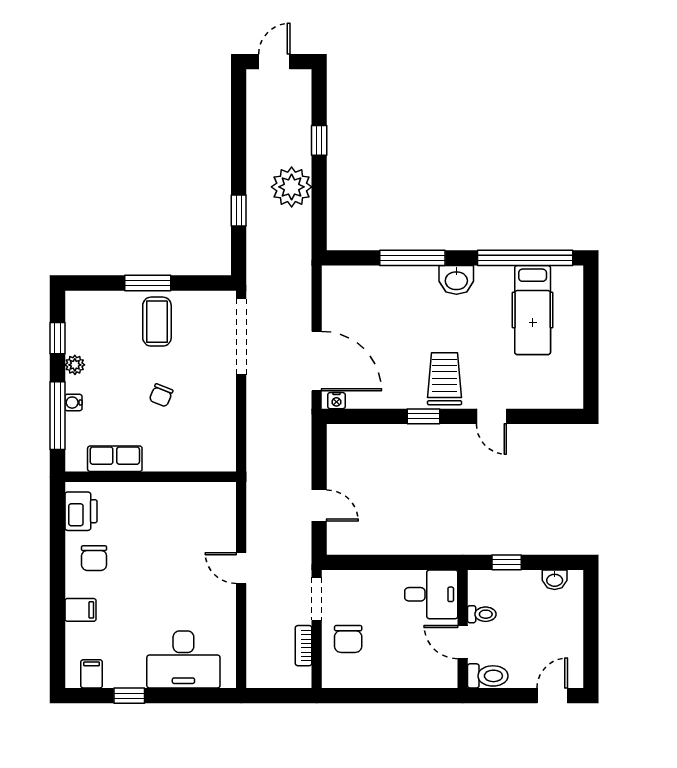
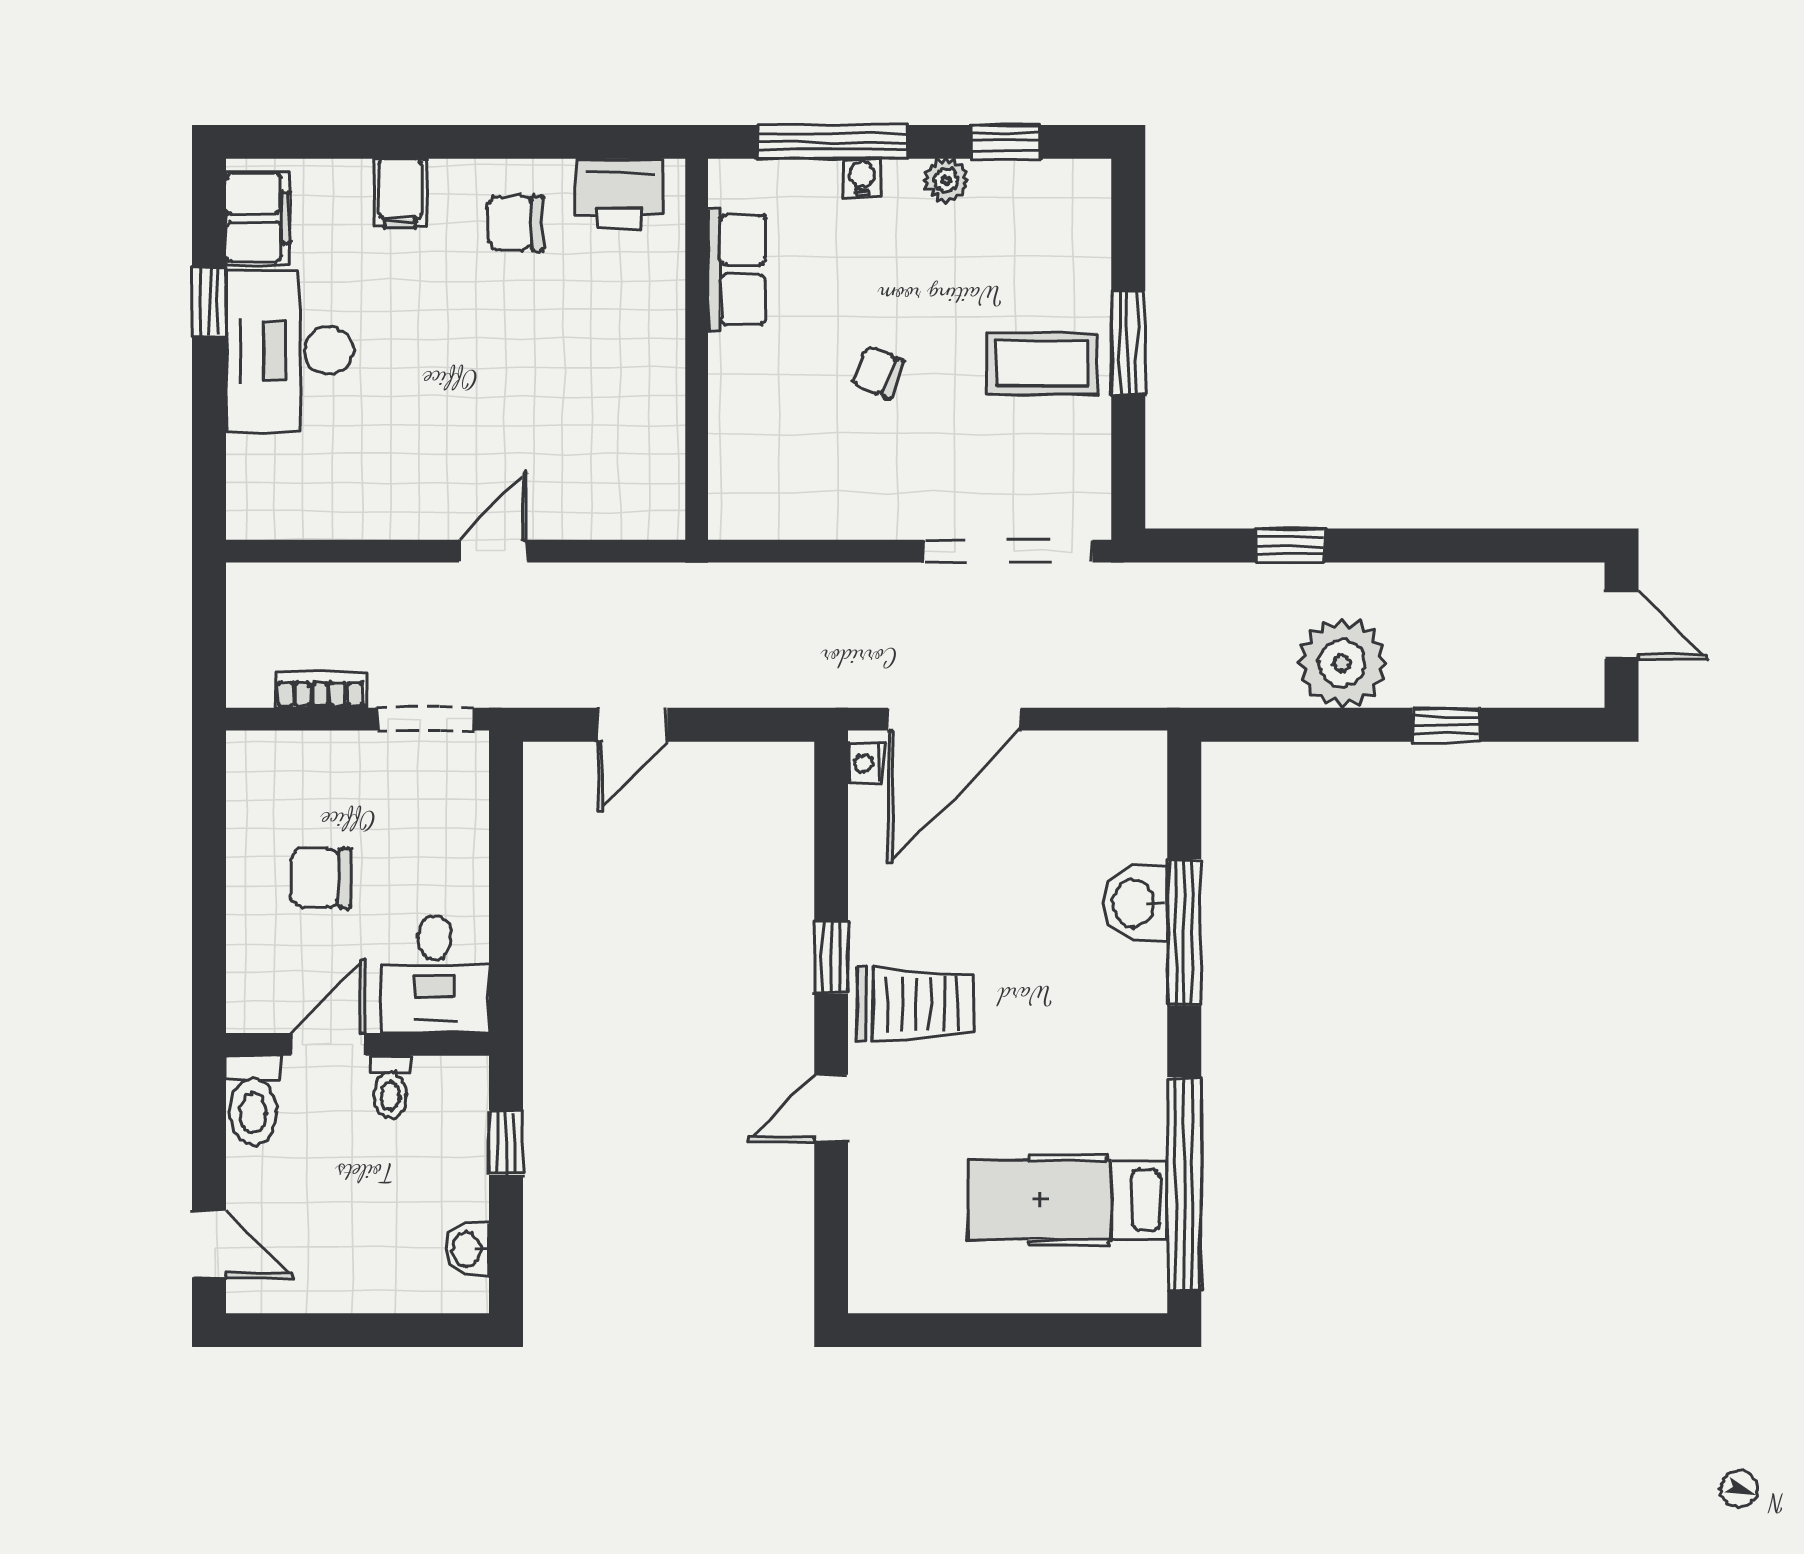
washbasin: (456, 280) -> (1135, 903), moved
chair: (348, 639) -> (321, 878), moved
desk: (183, 659) -> (290, 351), moved
filing cabinet: (92, 674) -> (258, 218), width x2.00

